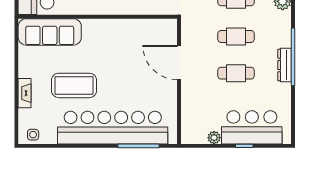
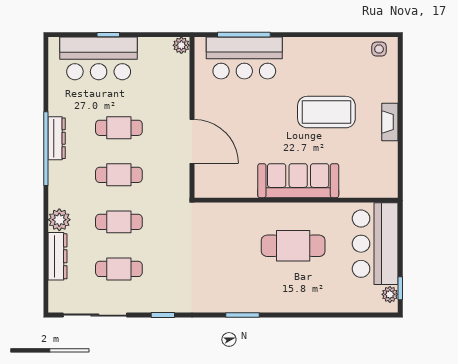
sofa: (50, 32) -> (298, 181), moved
fireplace: (25, 93) -> (390, 122), moved
bar counter: (113, 128) -> (244, 58), width x0.54
plant: (214, 138) -> (181, 45), moved

